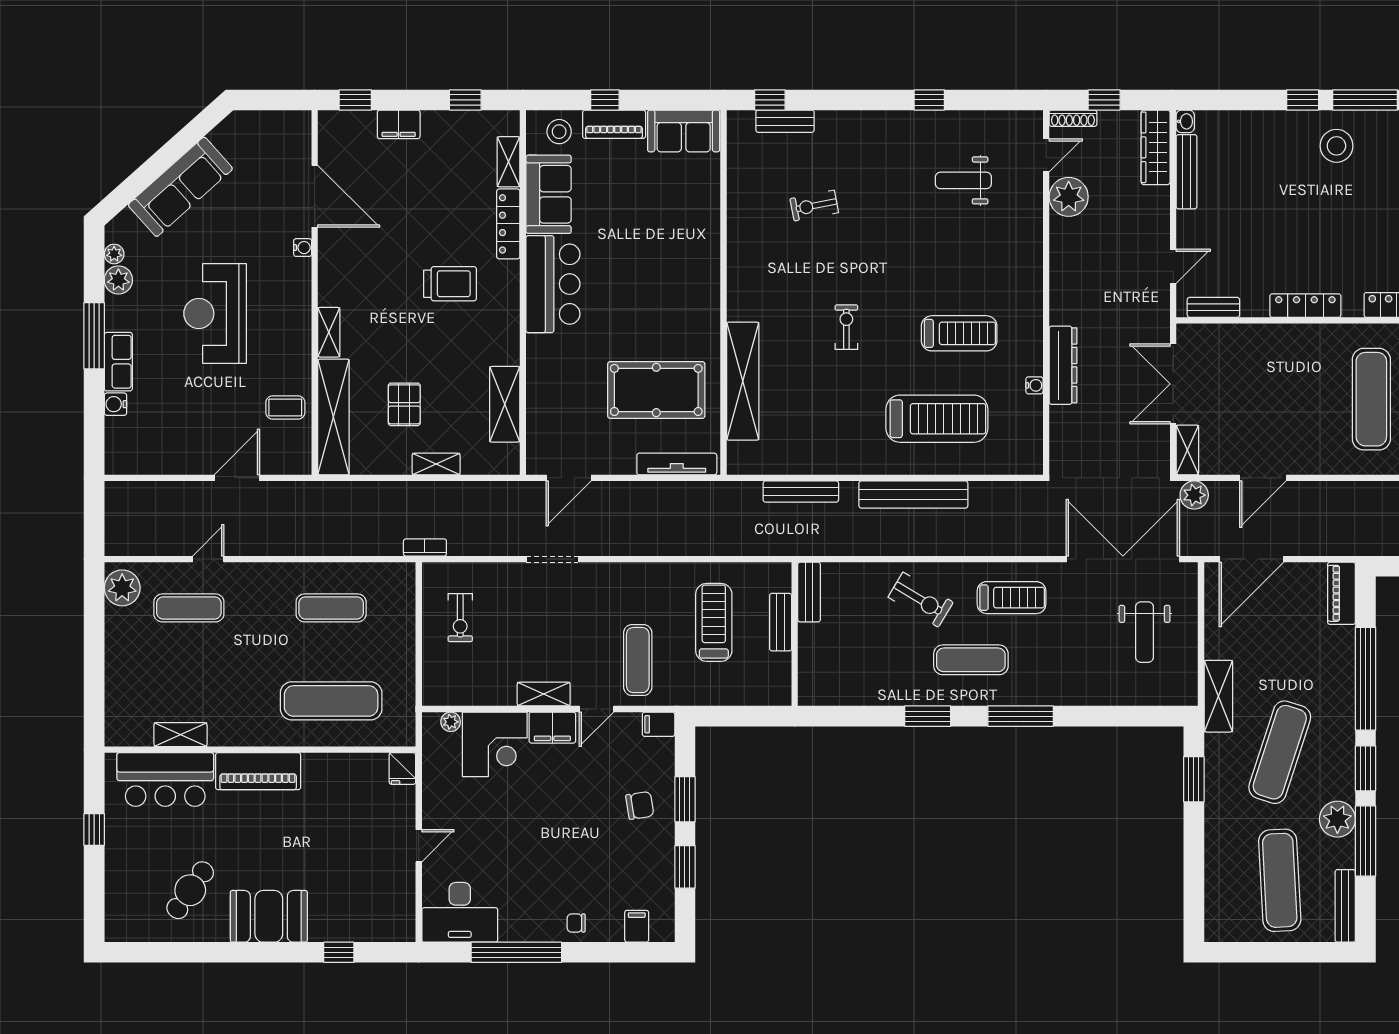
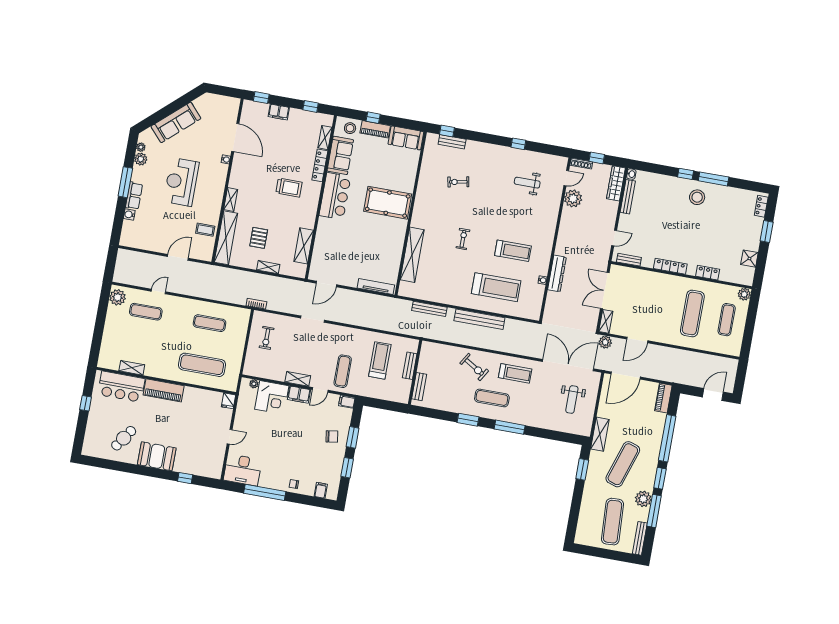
pool table: (656, 390) -> (388, 203), moved
bench: (809, 592) -> (419, 387), moved

